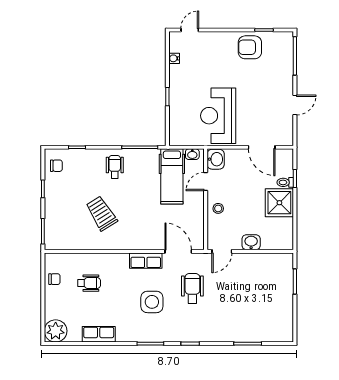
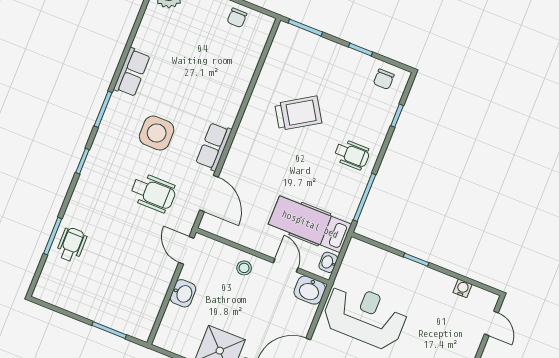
door: (178, 251) -> (209, 194), hinge flipped
wheelchair: (89, 283) -> (71, 245), moved, turned 180
row of seats: (99, 334) -> (132, 72), moved

